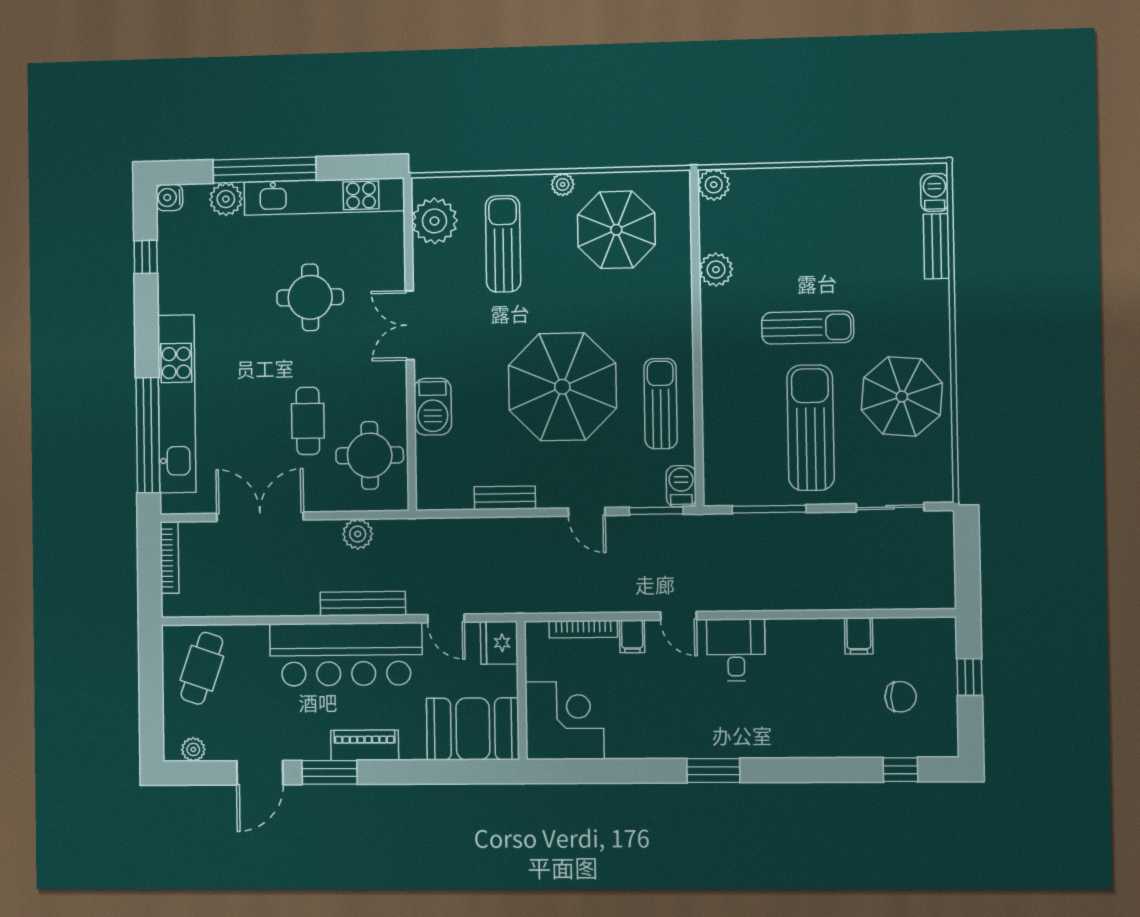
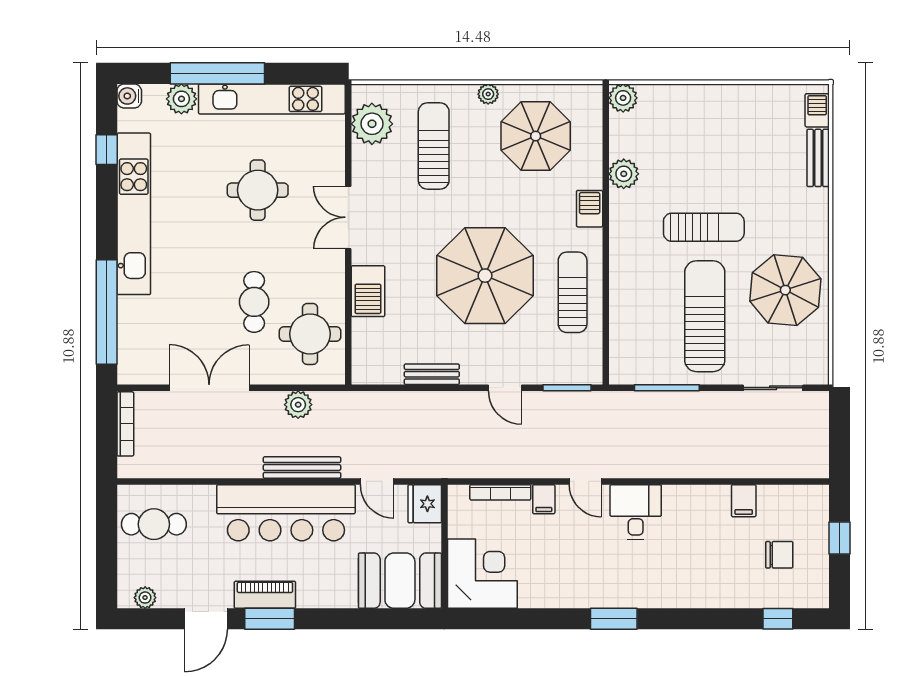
kitchen unit: (177, 404) -> (134, 214), moved
barbecue: (681, 486) -> (590, 209), moved
cafe table: (202, 668) -> (154, 524), turned 71
piano: (365, 745) -> (265, 595), moved

